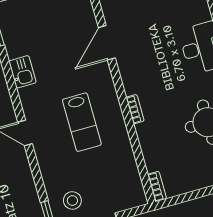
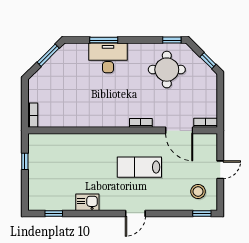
door: (107, 43) -> (179, 130), moved
lab bench: (82, 122) -> (139, 167), turned 180

